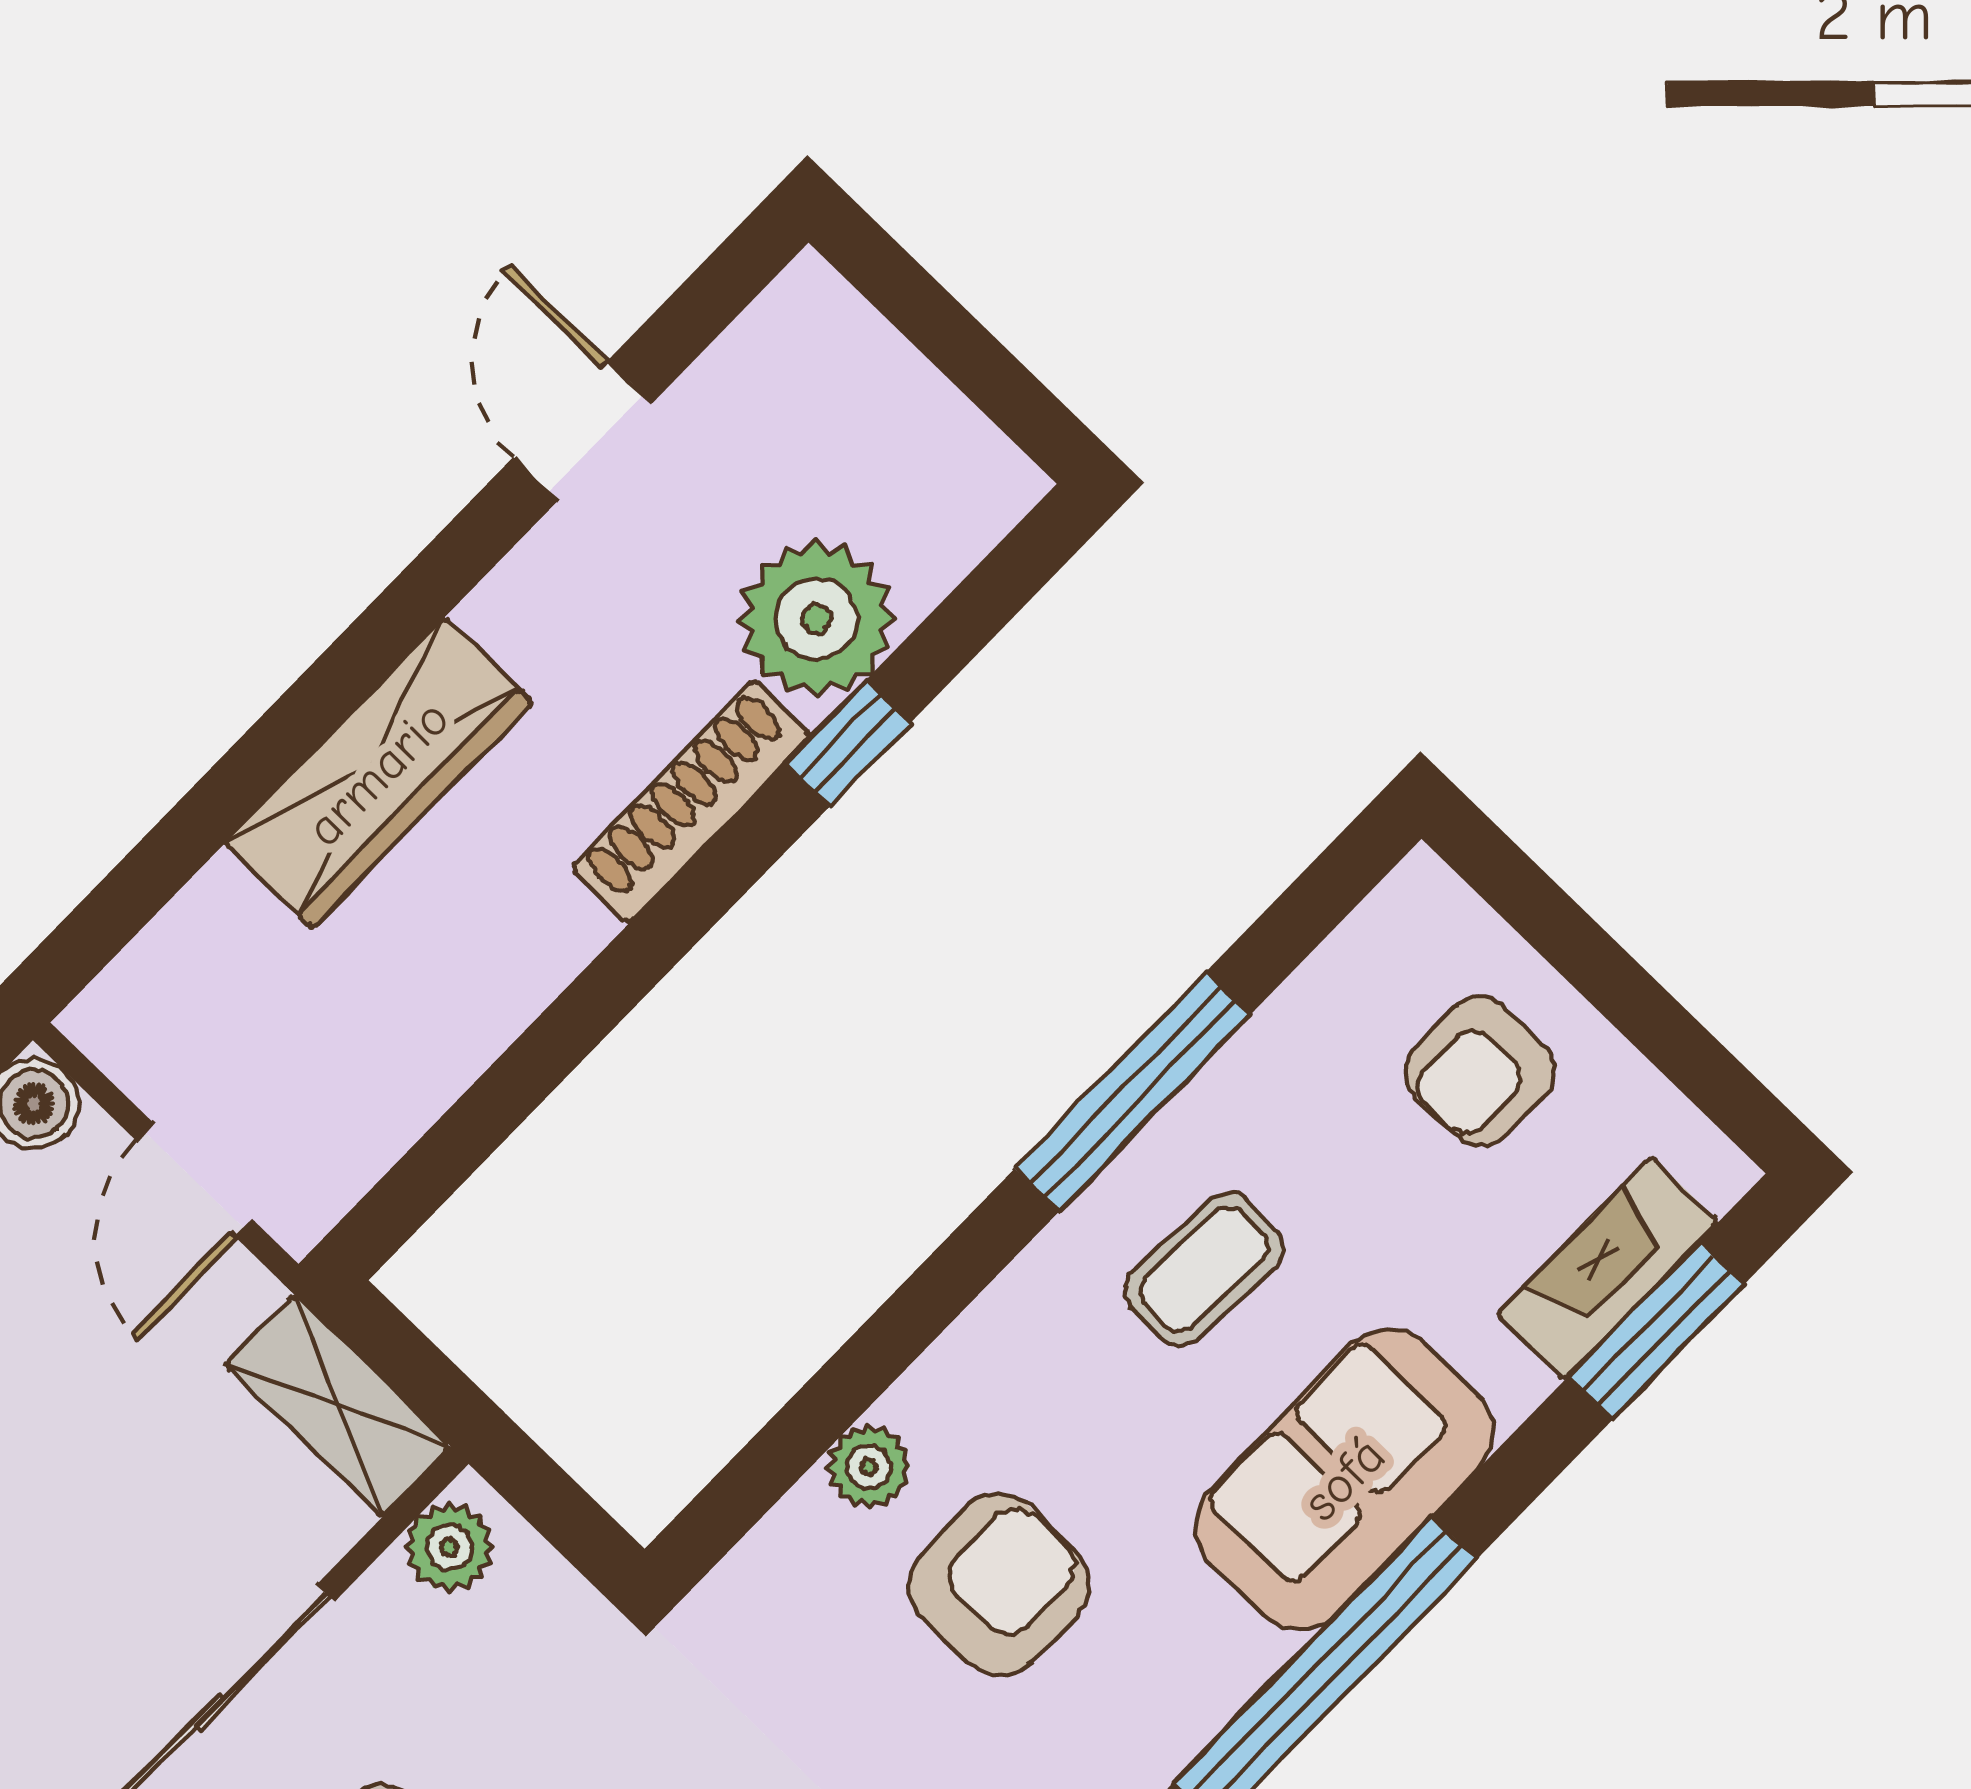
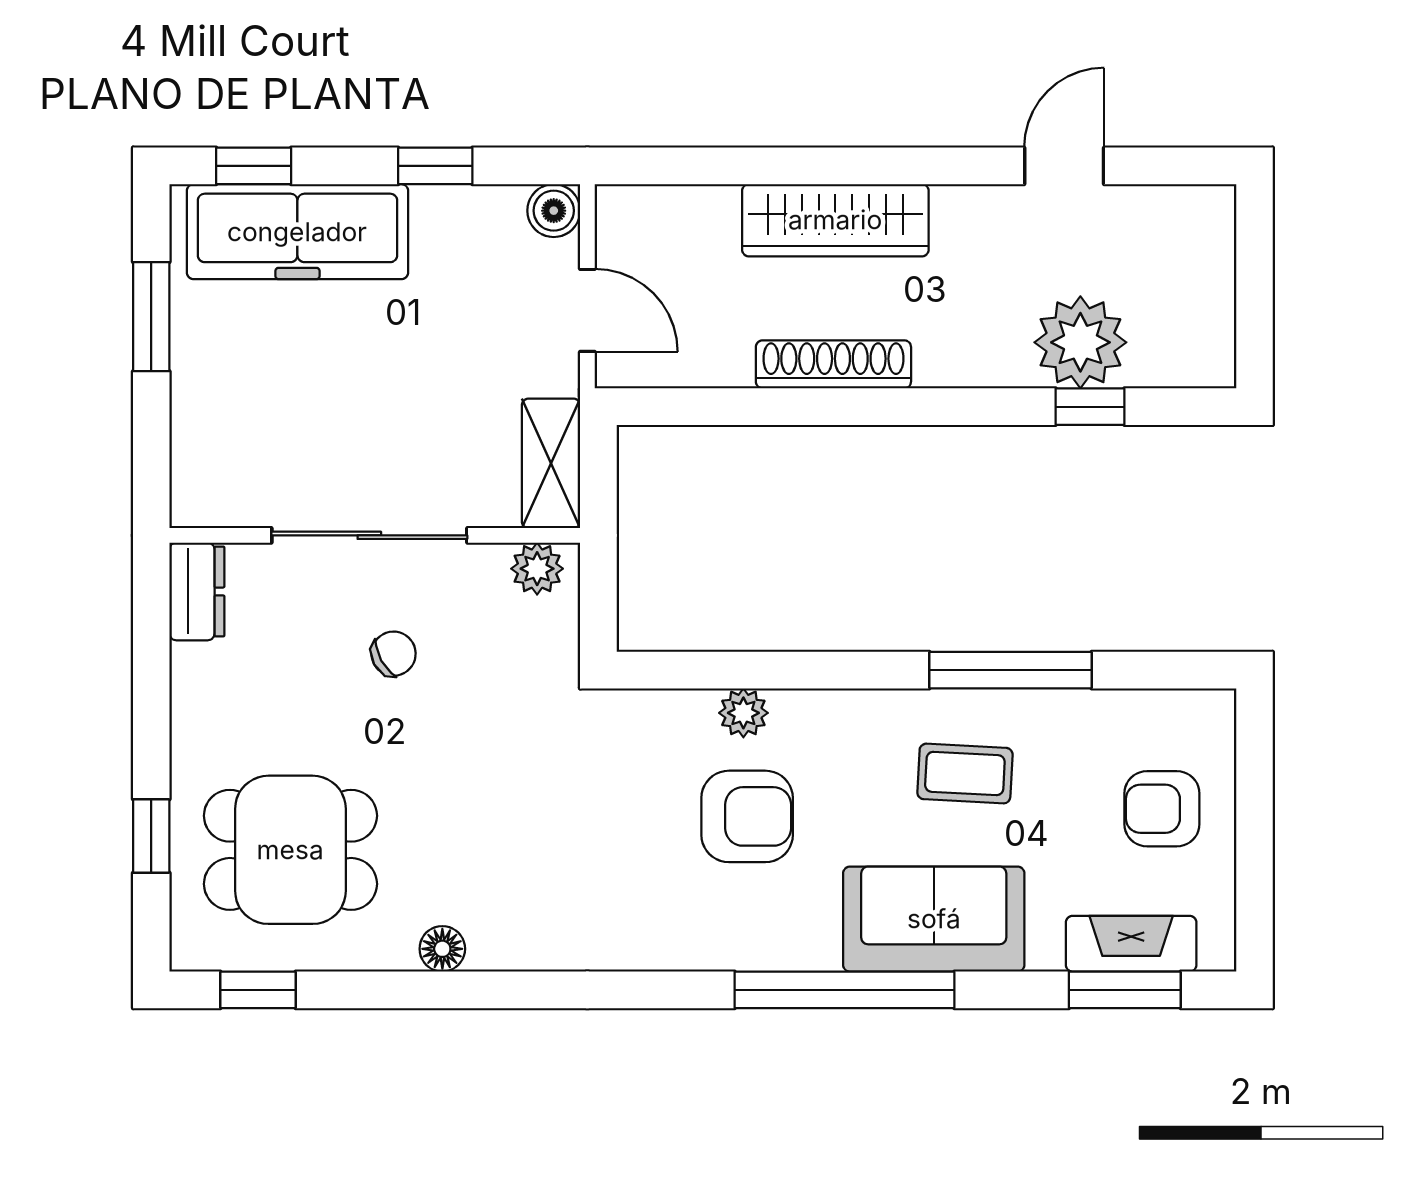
window: (848, 743) -> (1090, 407), moved
shoe rack: (691, 801) -> (833, 364), moved
door: (195, 1181) -> (587, 310), swing flipped

